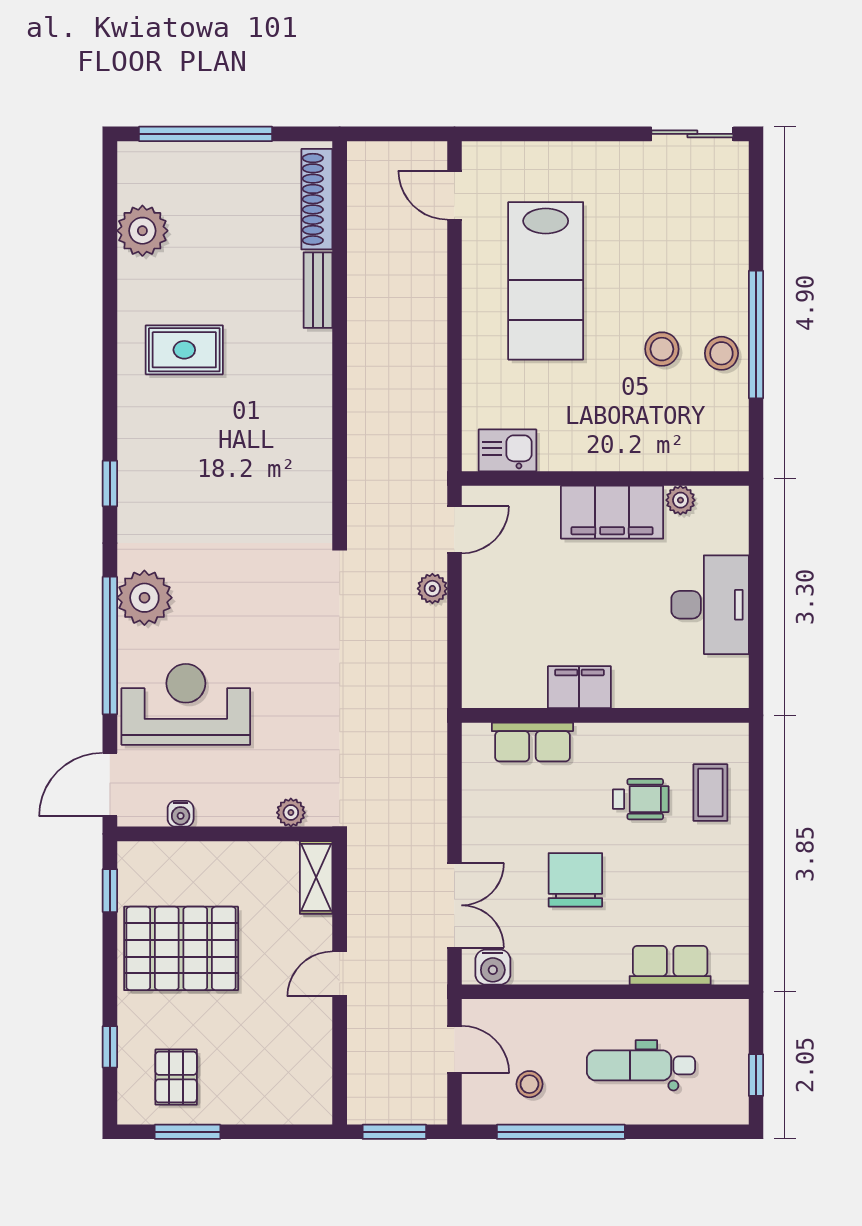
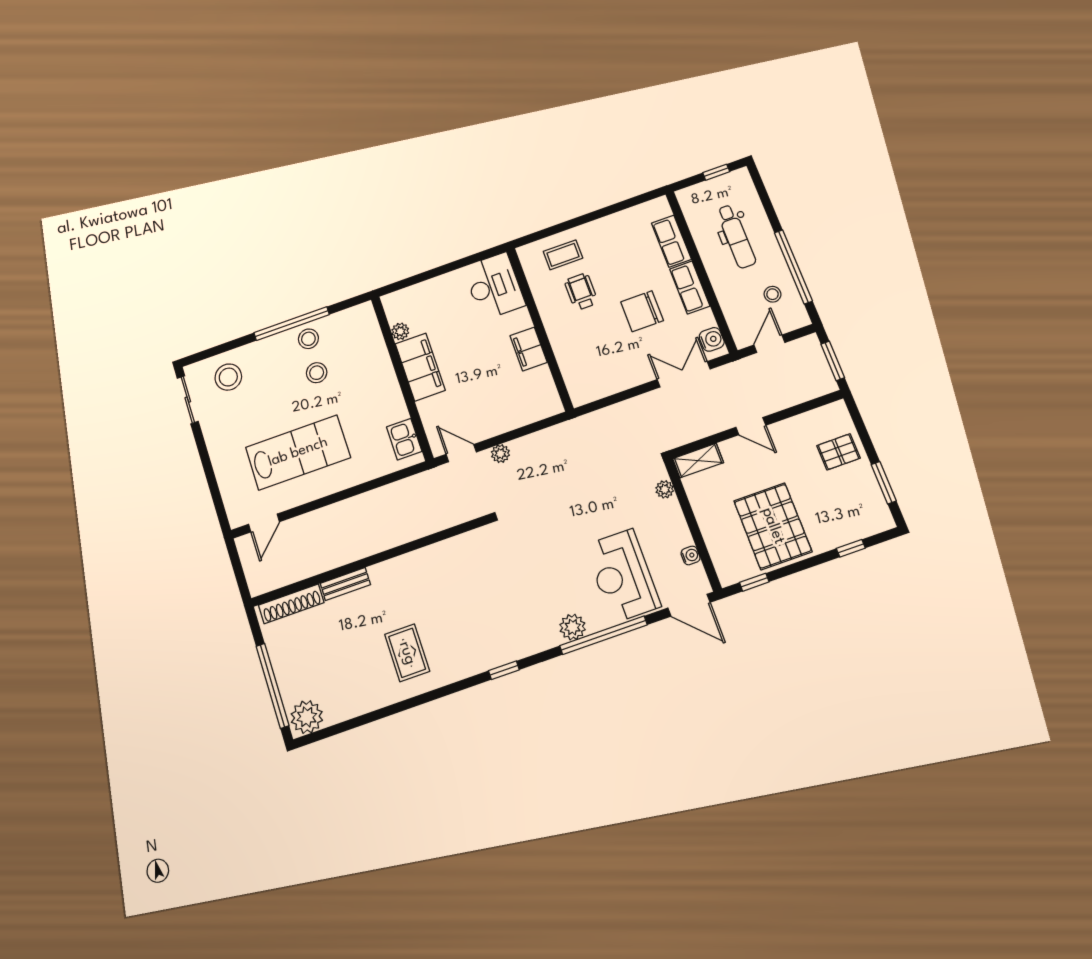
stool: (706, 209) -> (228, 377), added
plant: (142, 231) -> (307, 717), moved
plant: (144, 598) -> (573, 627), width x0.73, depth x0.73
desk: (710, 605) -> (494, 286), moved, turned 90
row of seats: (532, 742) -> (690, 288), moved, turned 180
pallet: (176, 1077) -> (839, 452), moved

